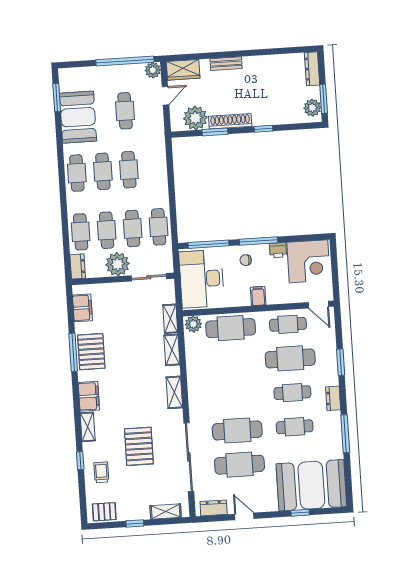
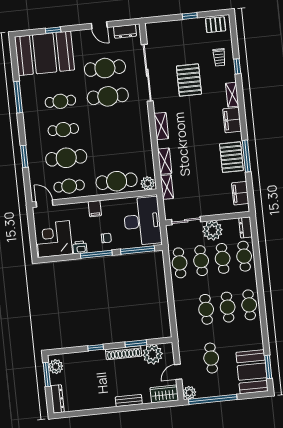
booth: (78, 117) -> (252, 372), moved
dresser: (333, 398) -> (29, 126), removed
shelving: (166, 512) -> (165, 27), removed

